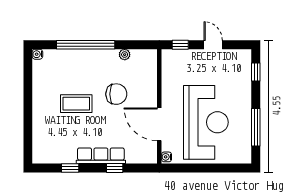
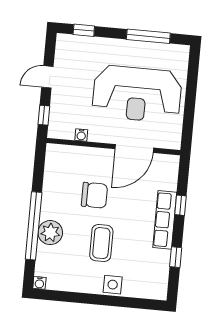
plant: (125, 55) -> (50, 233), moved, width x1.88, depth x1.88
chair: (116, 94) -> (94, 195), turned 90
side table: (42, 117) -> (113, 285), added
reception desk: (206, 122) -> (137, 94), turned 180
water cooler: (166, 157) -> (81, 135), moved

